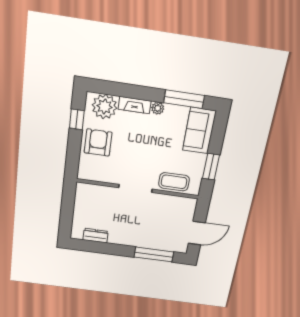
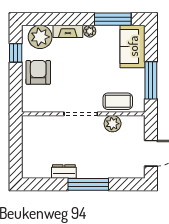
window: (211, 167) -> (151, 80), width x1.44
plant: (165, 202) -> (113, 124), added
dresser: (96, 236) -> (64, 171), moved
window: (154, 255) -> (88, 184), moved

